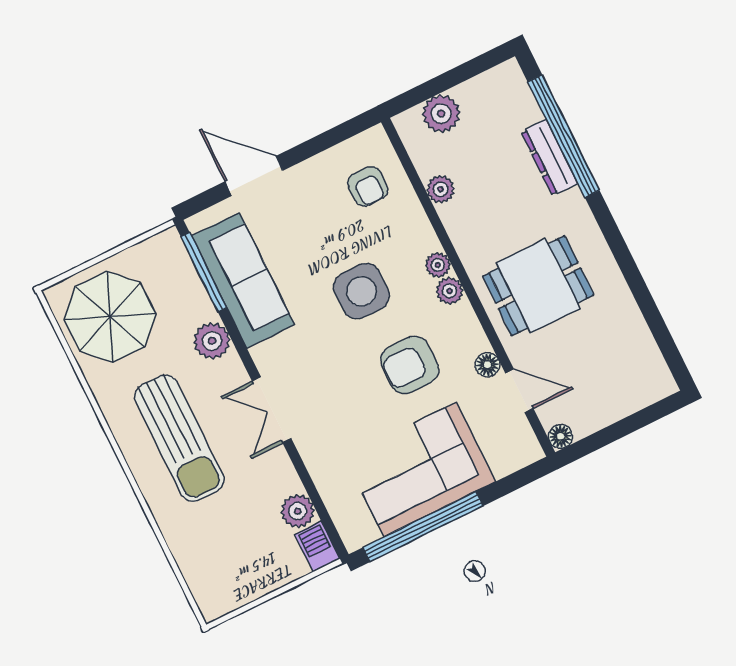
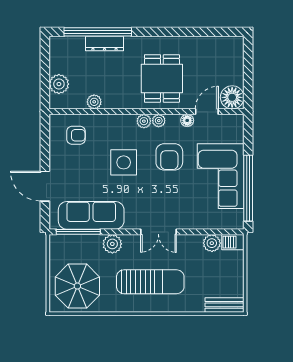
door: (254, 176) -> (45, 186), hinge flipped
plant: (438, 265) -> (159, 121), moved
floor lamp: (561, 436) -> (232, 97), width x1.89, depth x1.89
bench: (202, 585) -> (224, 305), added

